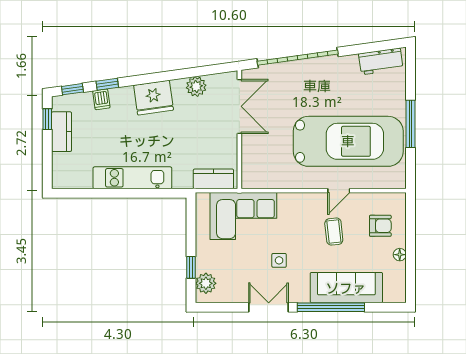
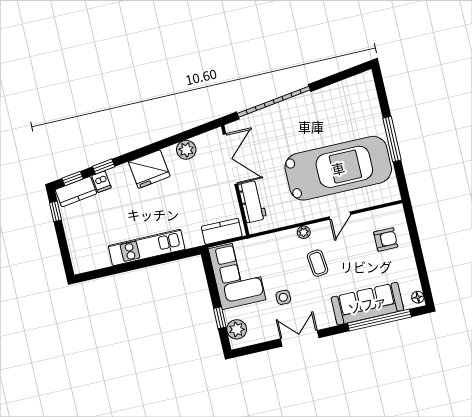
workbench: (381, 61) -> (252, 202), moved, turned -82
kitchen counter: (61, 132) -> (76, 192), moved, turned 82
plant: (298, 199) -> (304, 232), added
corner sofa: (243, 216) -> (237, 274), moved, turned -90
coffee table: (334, 232) -> (318, 263), moved
floor lamp: (400, 255) -> (418, 297), moved
side table: (279, 260) -> (283, 297), moved
window: (331, 307) -> (379, 320), moved

